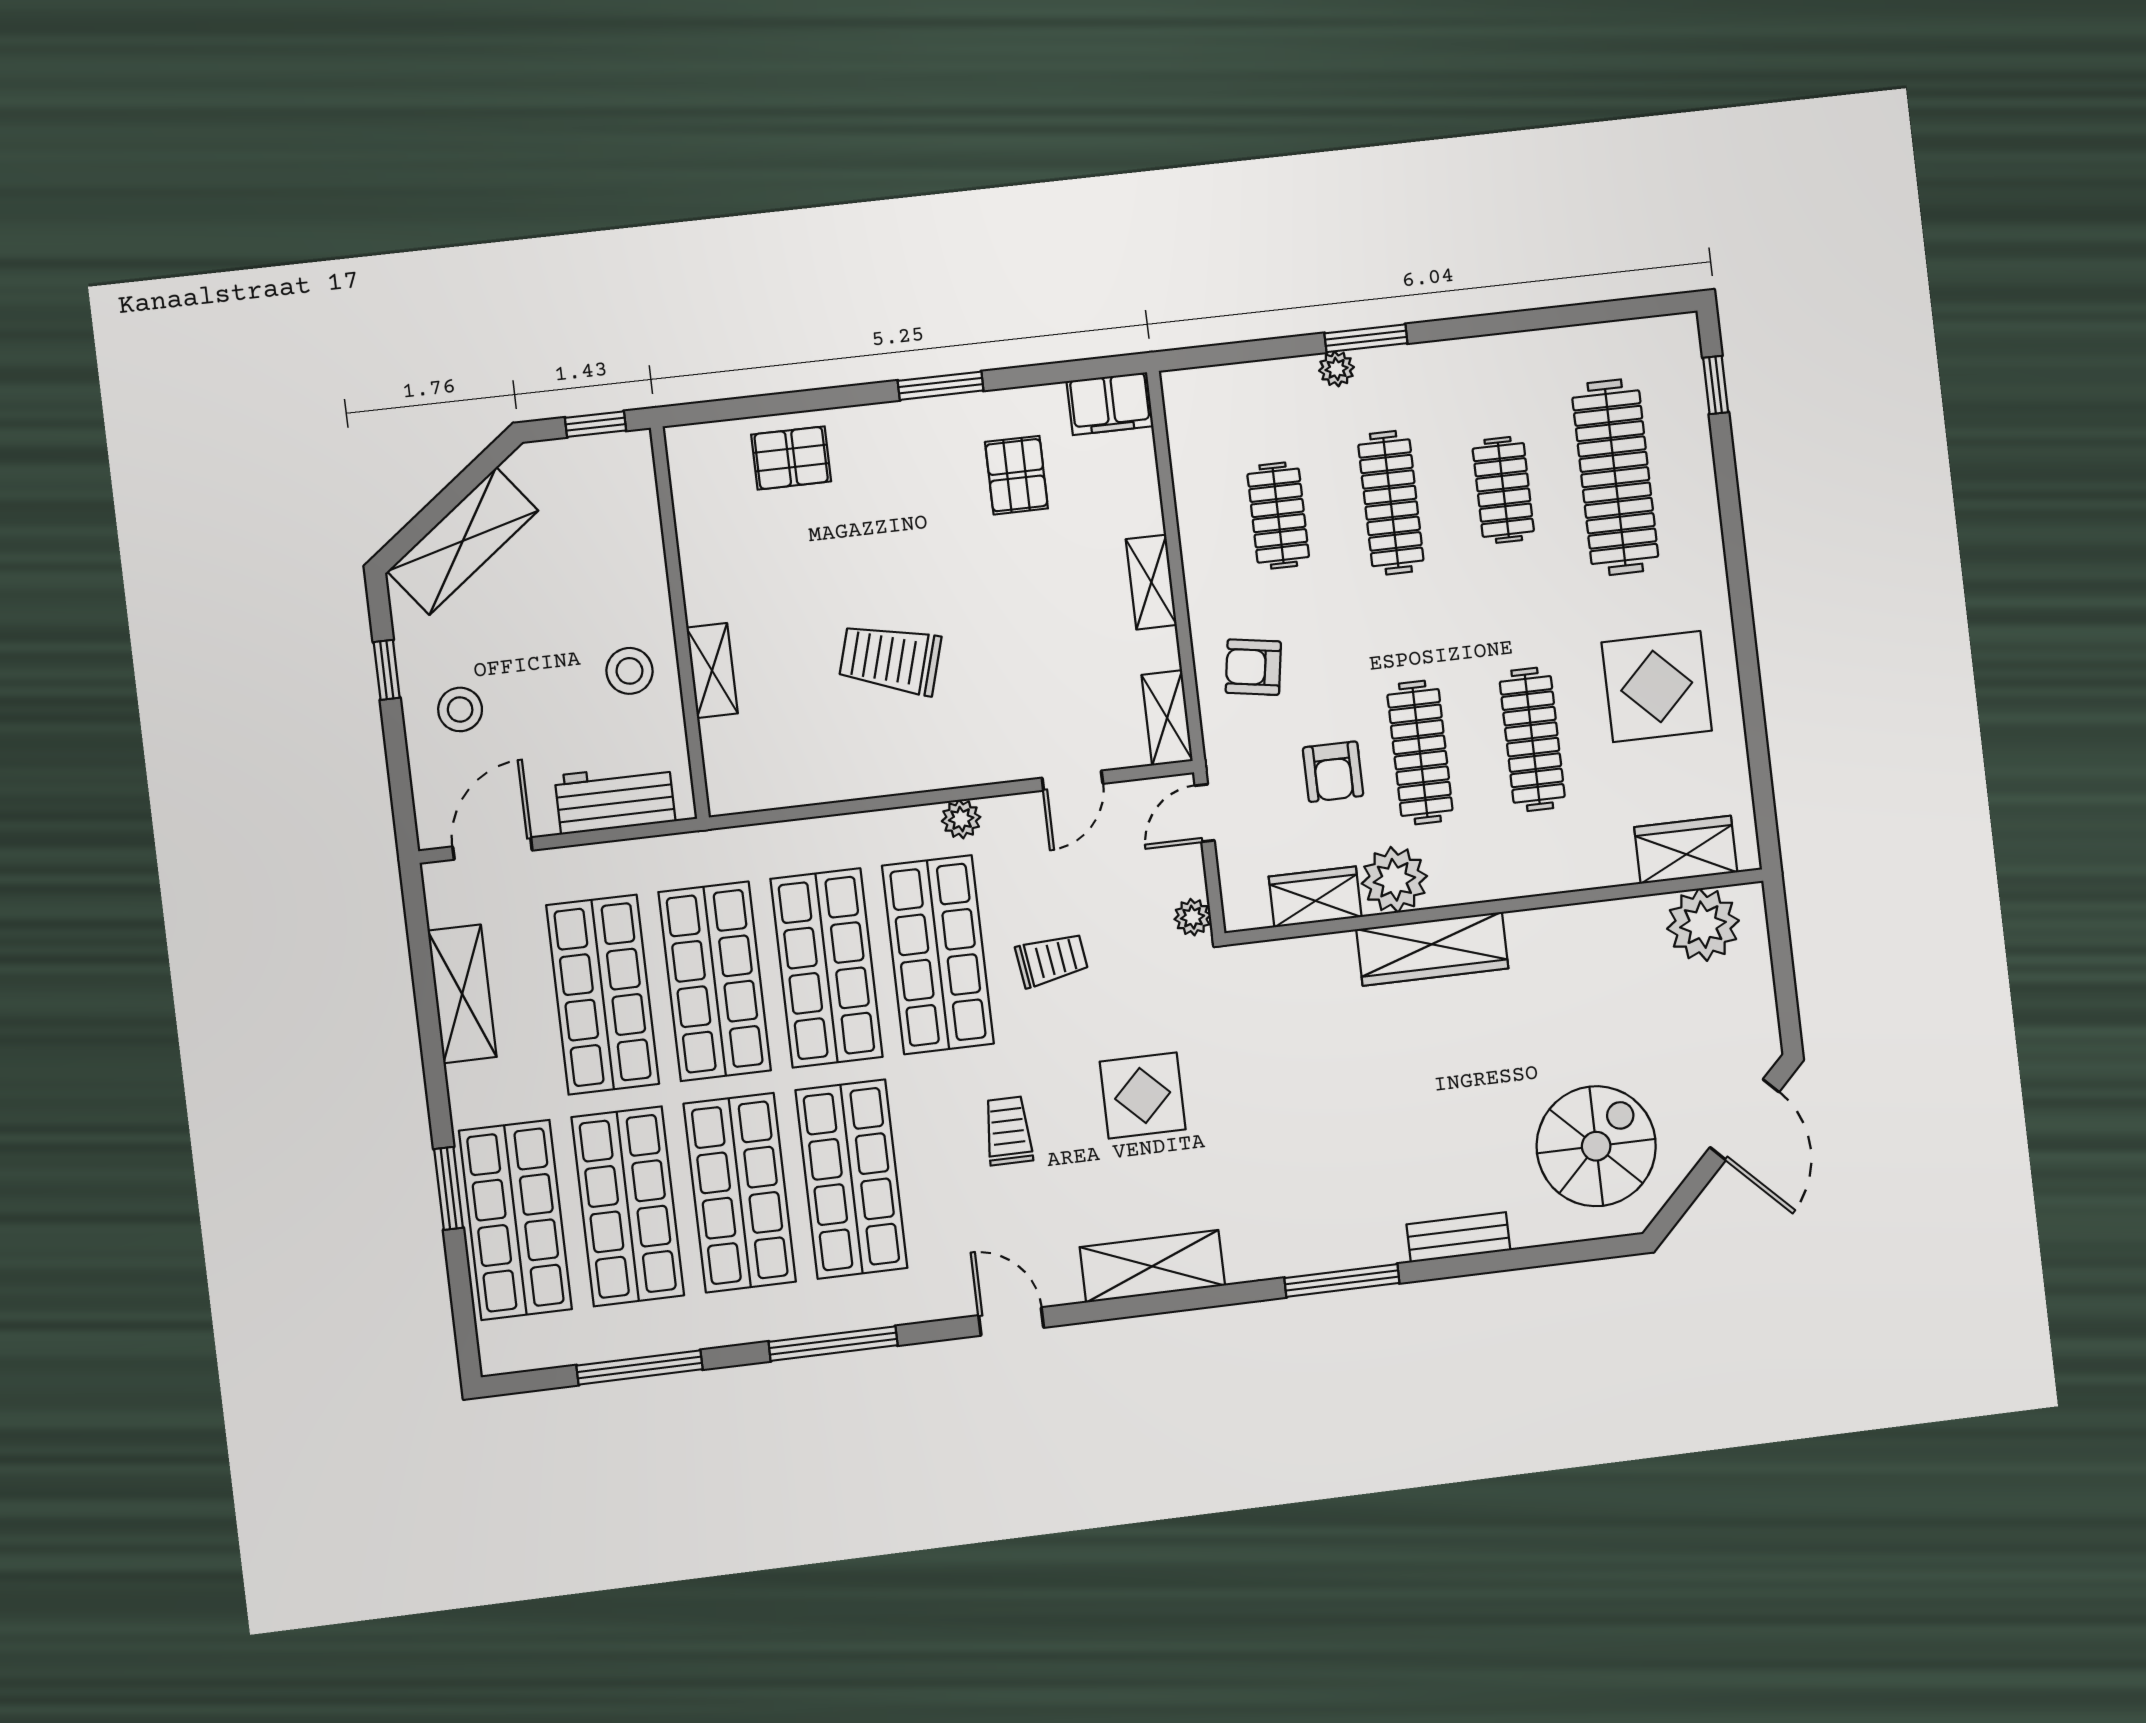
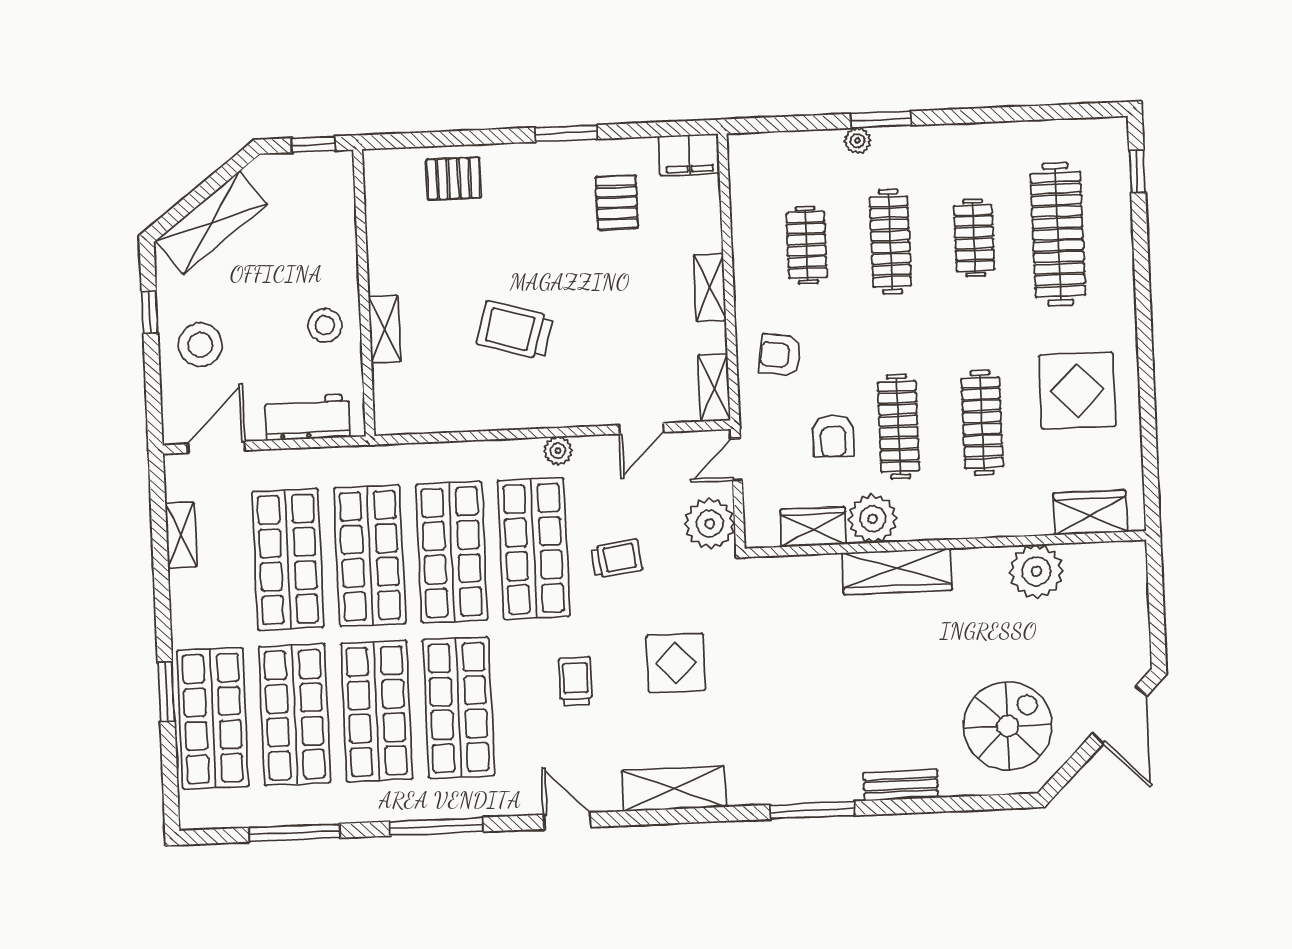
stool: (460, 709) -> (200, 345), width x1.38, depth x1.38
plant: (1193, 917) -> (710, 524), width x1.87, depth x1.87
plant: (1703, 925) -> (1036, 571), moved
shelving: (462, 994) -> (181, 535), width x0.67, depth x0.75

